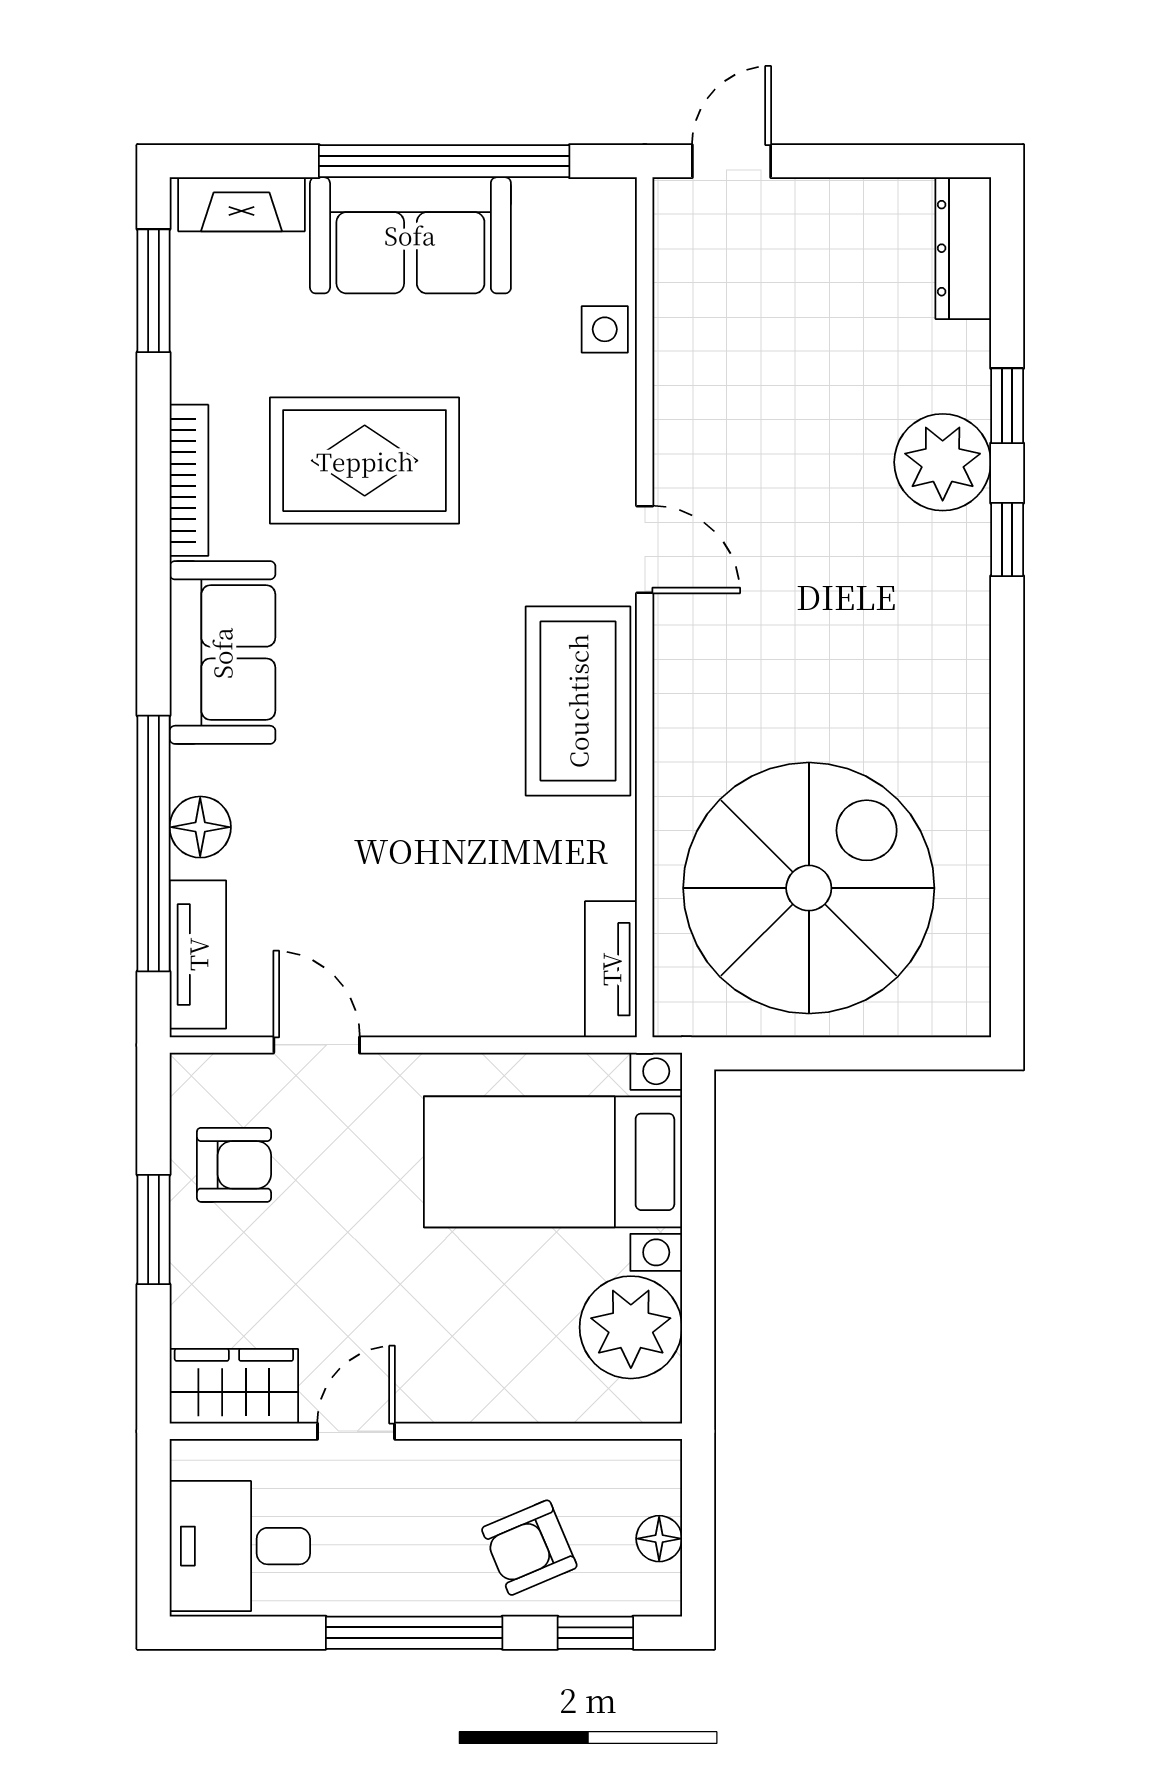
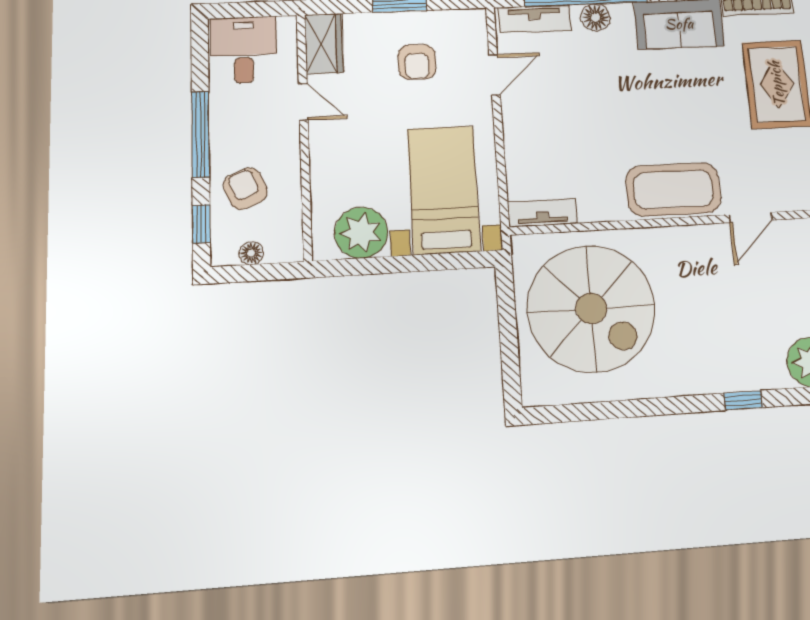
window: (1007, 540) -> (743, 400), moved
armchair: (234, 1165) -> (417, 62), moved

